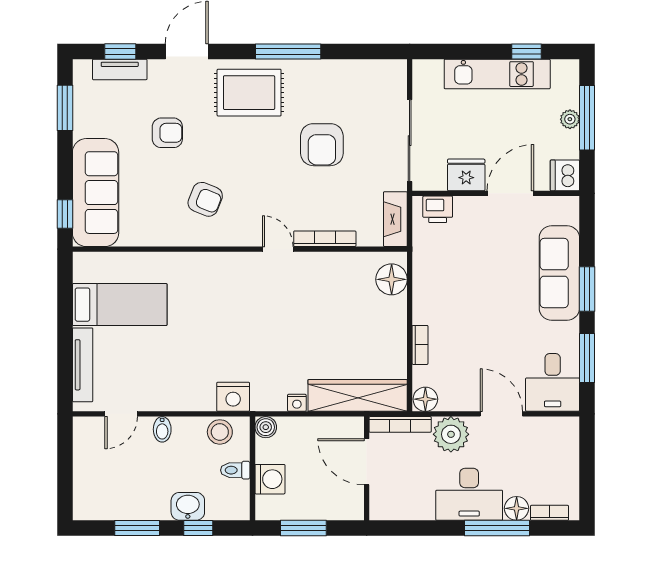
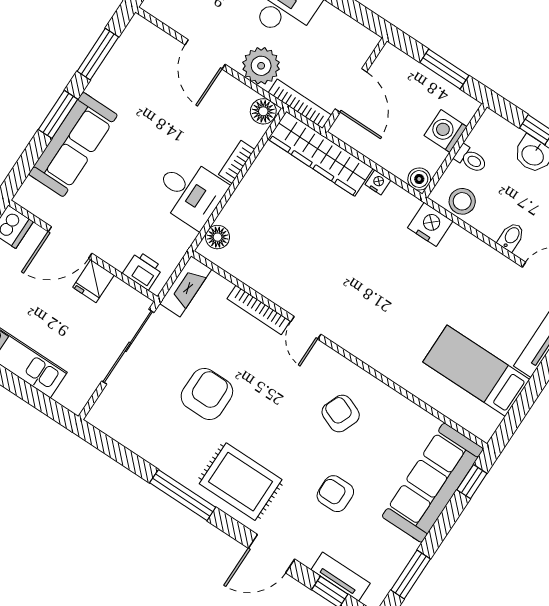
fridge: (466, 175) -> (93, 281), width x0.72
floor lamp: (392, 279) -> (218, 237), width x0.73, depth x0.73
desk: (553, 382) -> (190, 192), moved, turned 90

